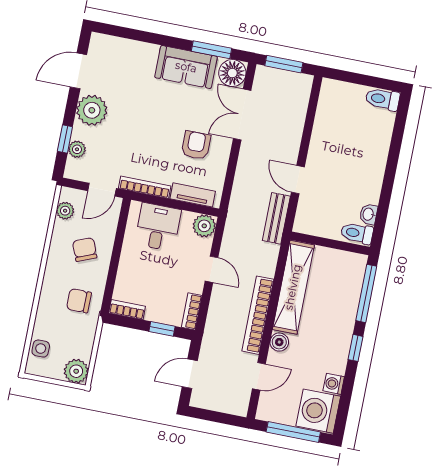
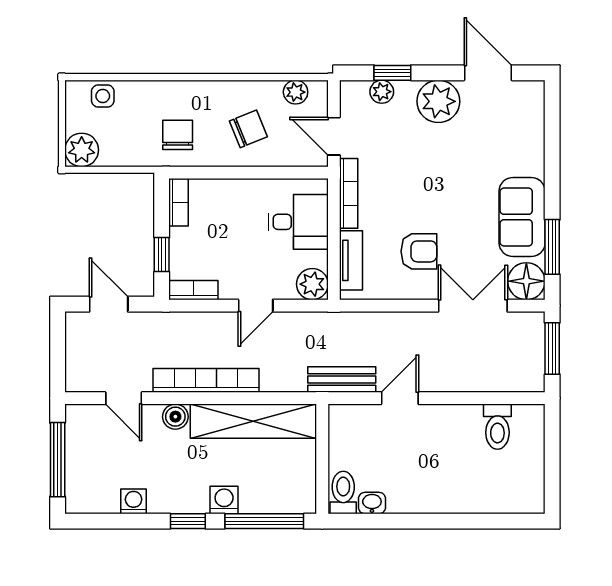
toilet: (383, 99) -> (497, 427), moved, turned 180
washing machine: (318, 411) -> (224, 500), moved, width x0.53, depth x0.53

